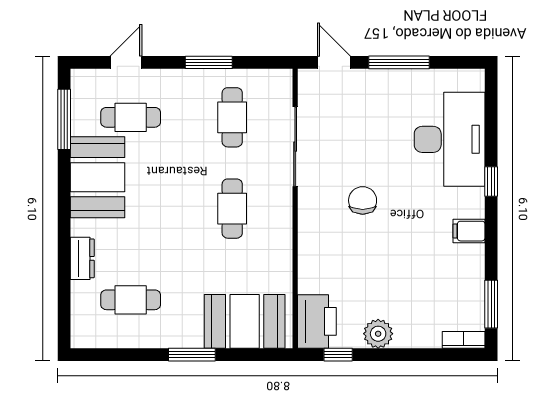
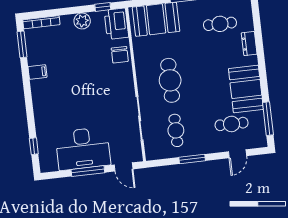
desk: (450, 139) -> (83, 149), moved, turned -90
window: (491, 181) -> (34, 146), moved
chair: (363, 200) -> (120, 55), moved
cafe table: (232, 209) -> (170, 80), width x1.37, depth x1.35
filing cabinet: (469, 231) -> (37, 72), moved
bookcase: (464, 340) -> (41, 22), width x1.56

